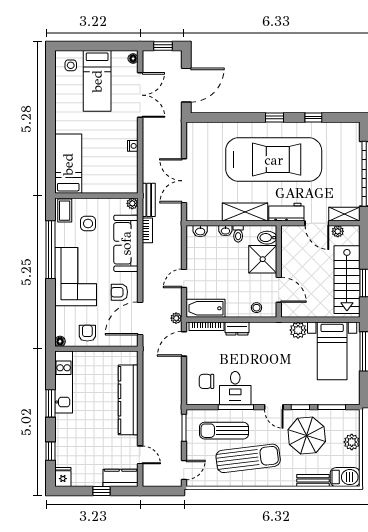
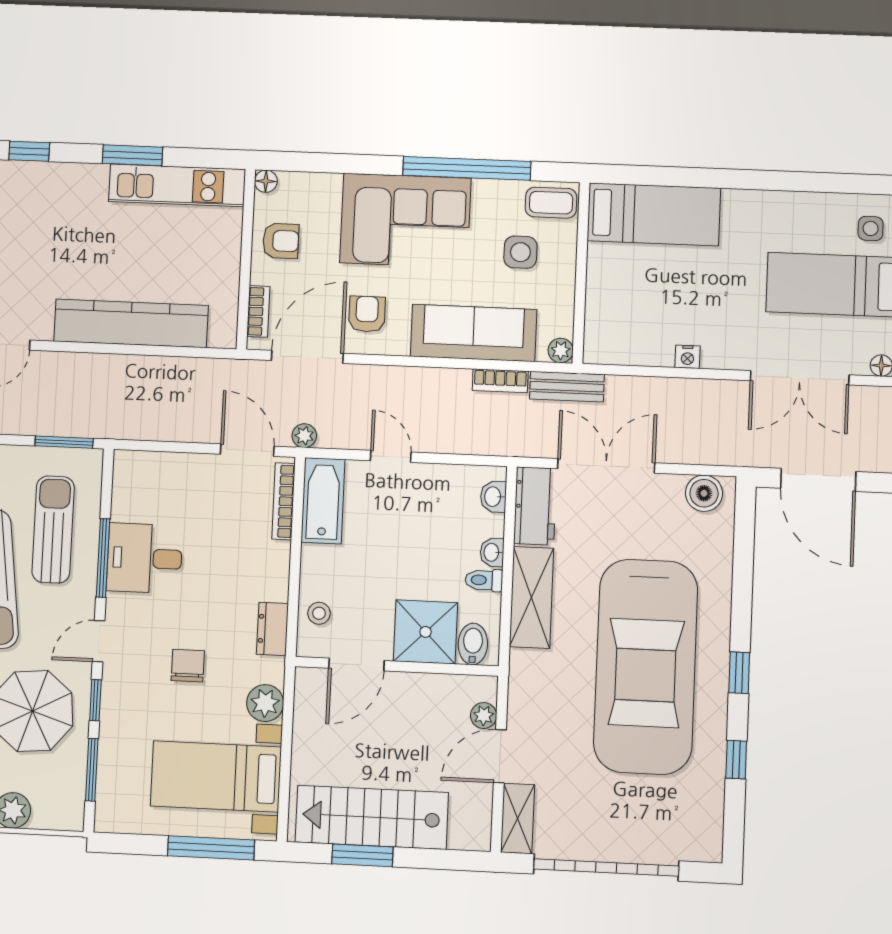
boiler: (194, 136) -> (704, 493), added
workbench: (286, 212) -> (535, 506), moved
plant: (338, 231) -> (484, 716), moved
door: (140, 319) -> (307, 357), hinge flipped
dresser: (237, 328) -> (272, 629), moved
bookcase: (120, 342) -> (258, 311), added
chair: (207, 381) -> (188, 666), moved

